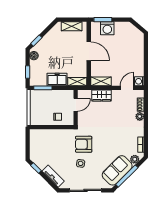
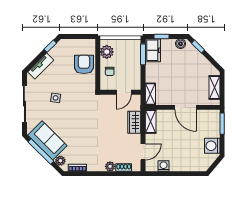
washing machine: (107, 28) -> (212, 146), moved
door: (89, 51) -> (186, 107), hinge flipped
freezer: (57, 79) -> (153, 50), moved
washing machine: (139, 81) -> (164, 166), moved
door: (127, 88) -> (143, 152), hinge flipped
door: (76, 105) -> (124, 92), hinge flipped
plant: (41, 119) -> (107, 52), added
armchair: (84, 144) -> (84, 64), moved

